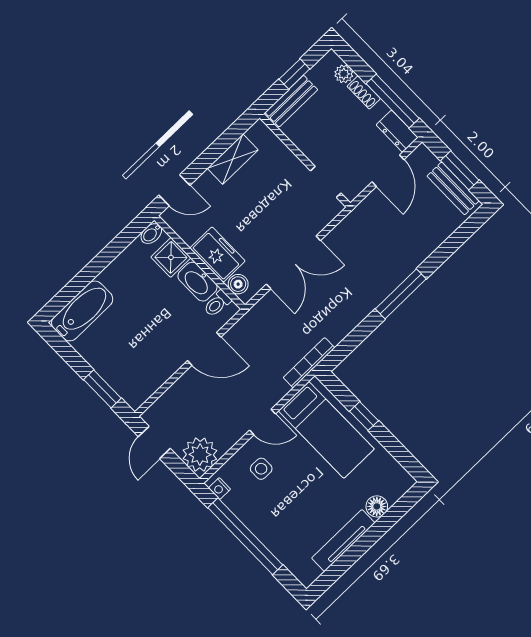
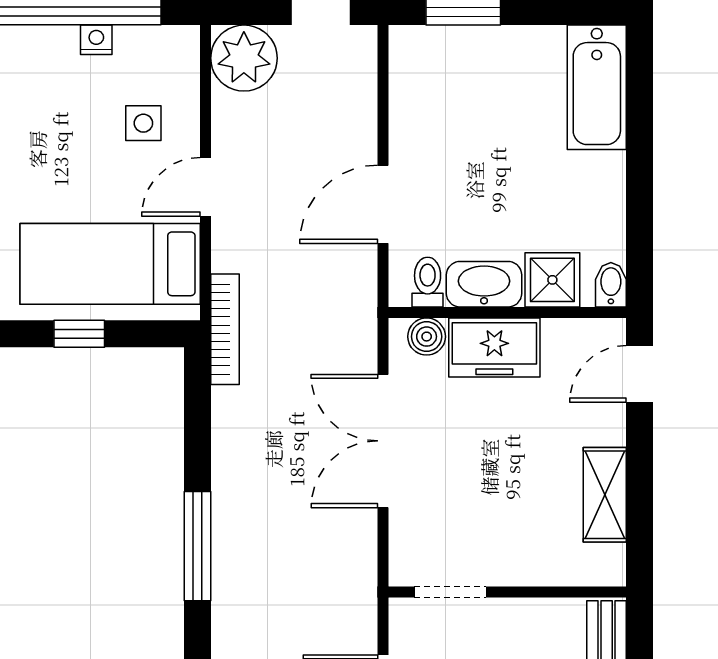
nightstand: (219, 489) -> (96, 40), moved

